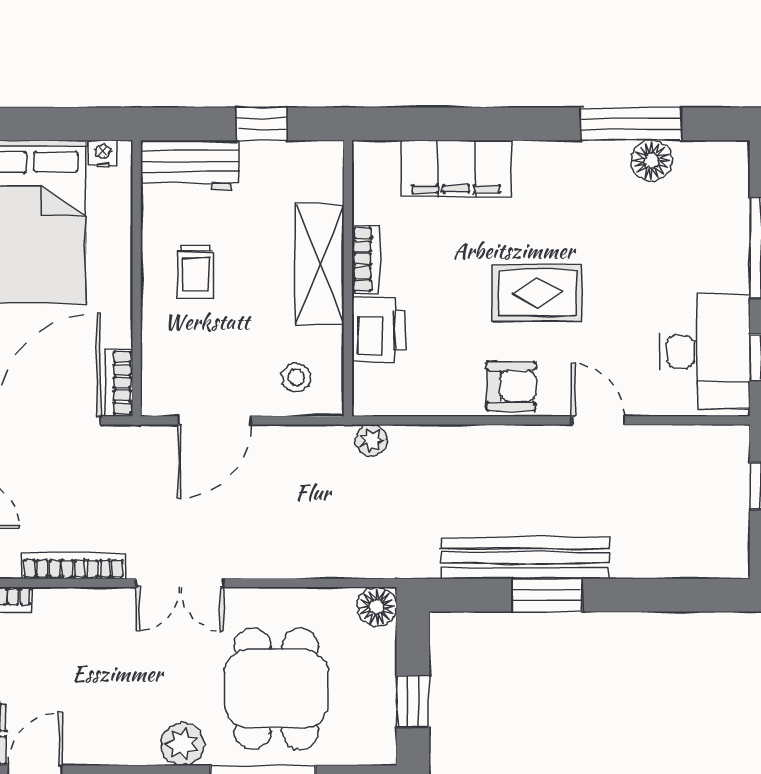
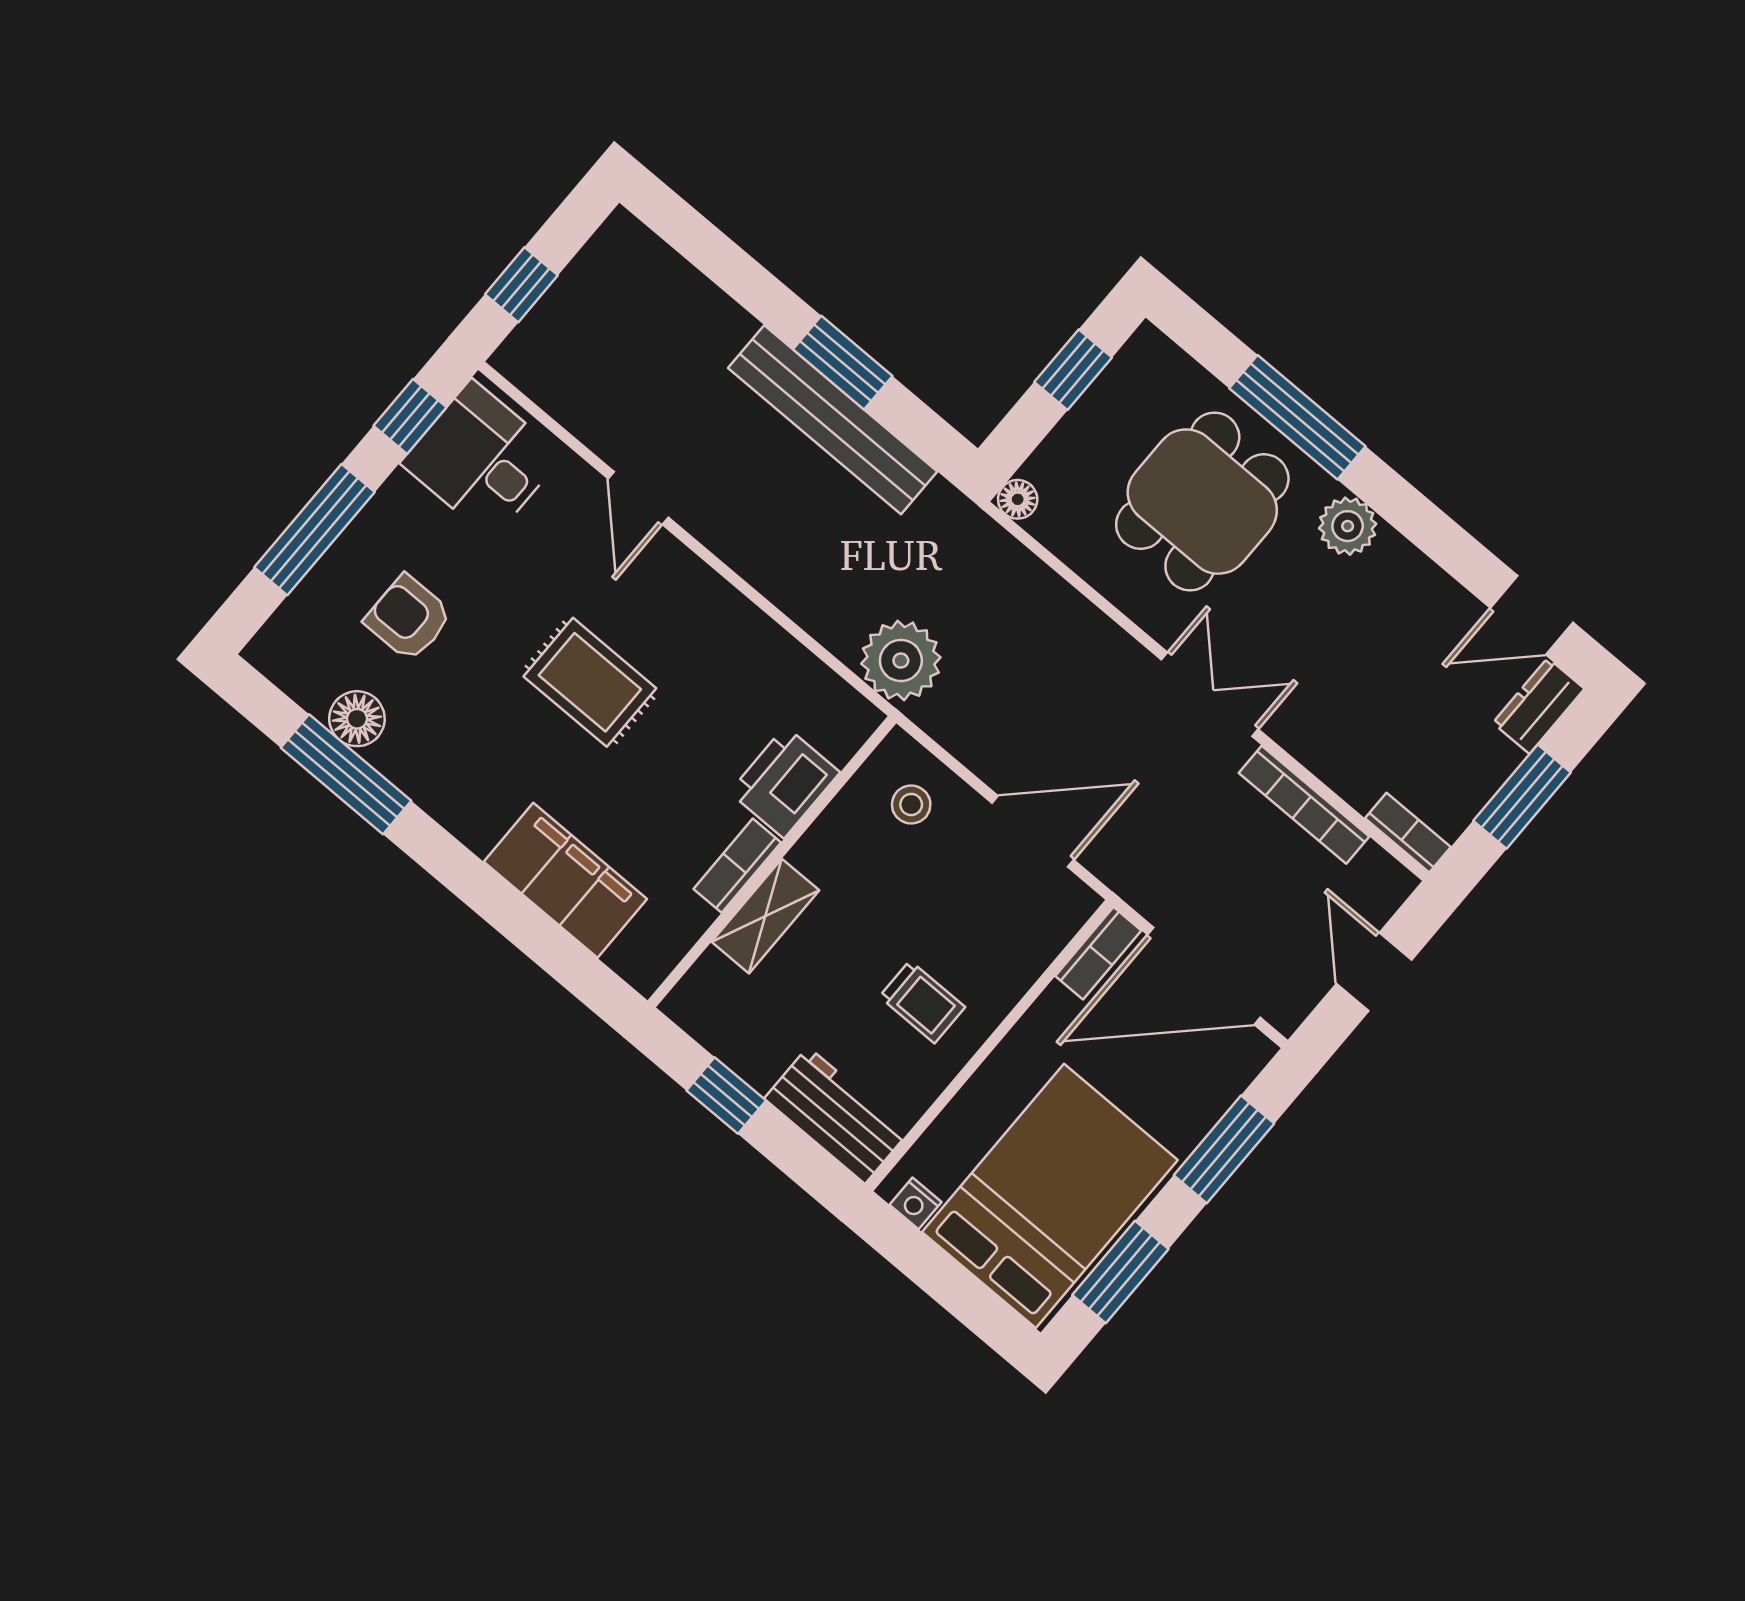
shelving: (319, 265) -> (765, 916), width x0.67, depth x0.75
trolley: (196, 271) -> (922, 1002), turned 90
desk: (705, 352) -> (482, 460), width x0.73
armchair: (511, 386) -> (408, 618), moved
plant: (371, 440) -> (901, 661), width x1.87, depth x1.87
floor lamp: (377, 607) -> (1018, 499), width x0.73, depth x0.73

